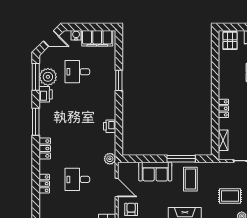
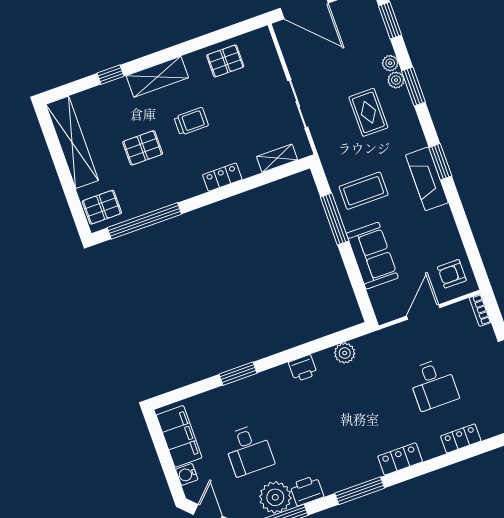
window: (215, 60) -> (144, 221), added
printer: (110, 126) -> (303, 368), moved
plant: (110, 159) -> (345, 353), moved

